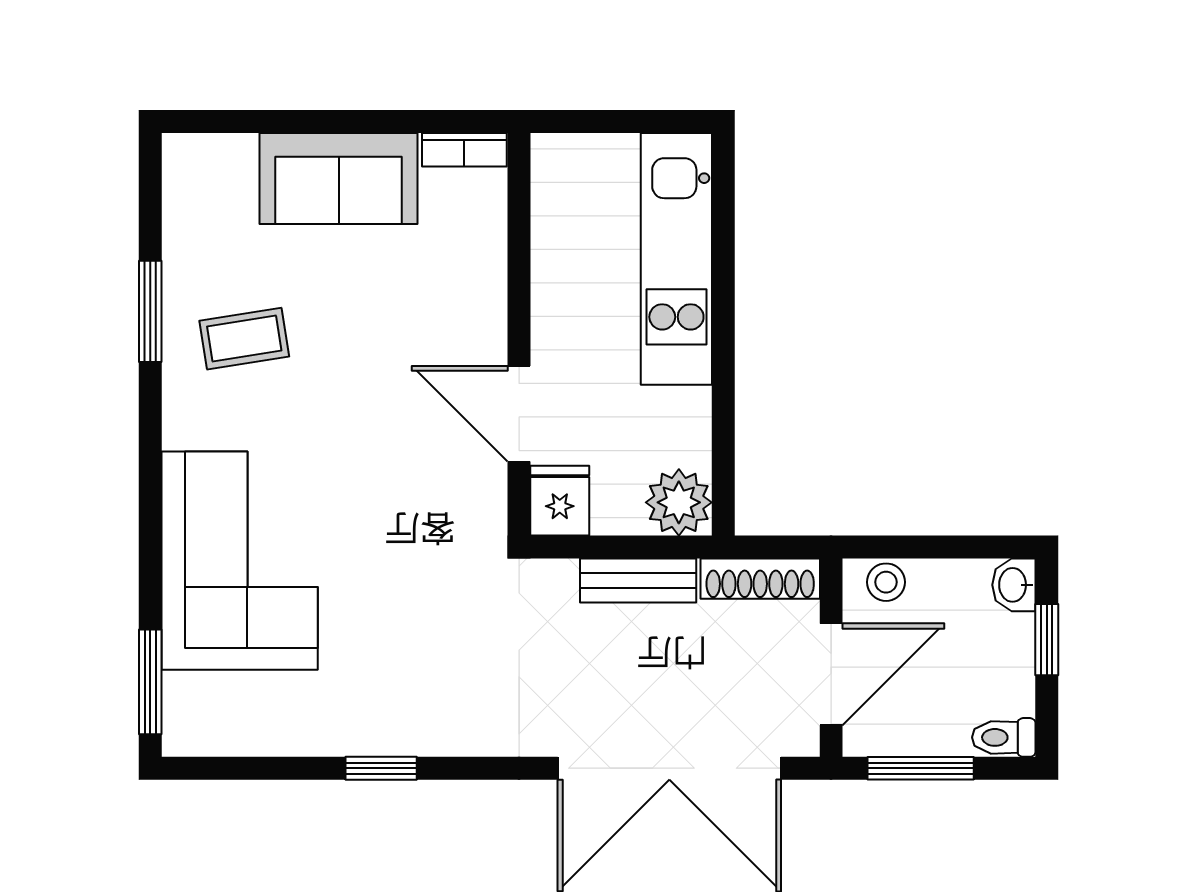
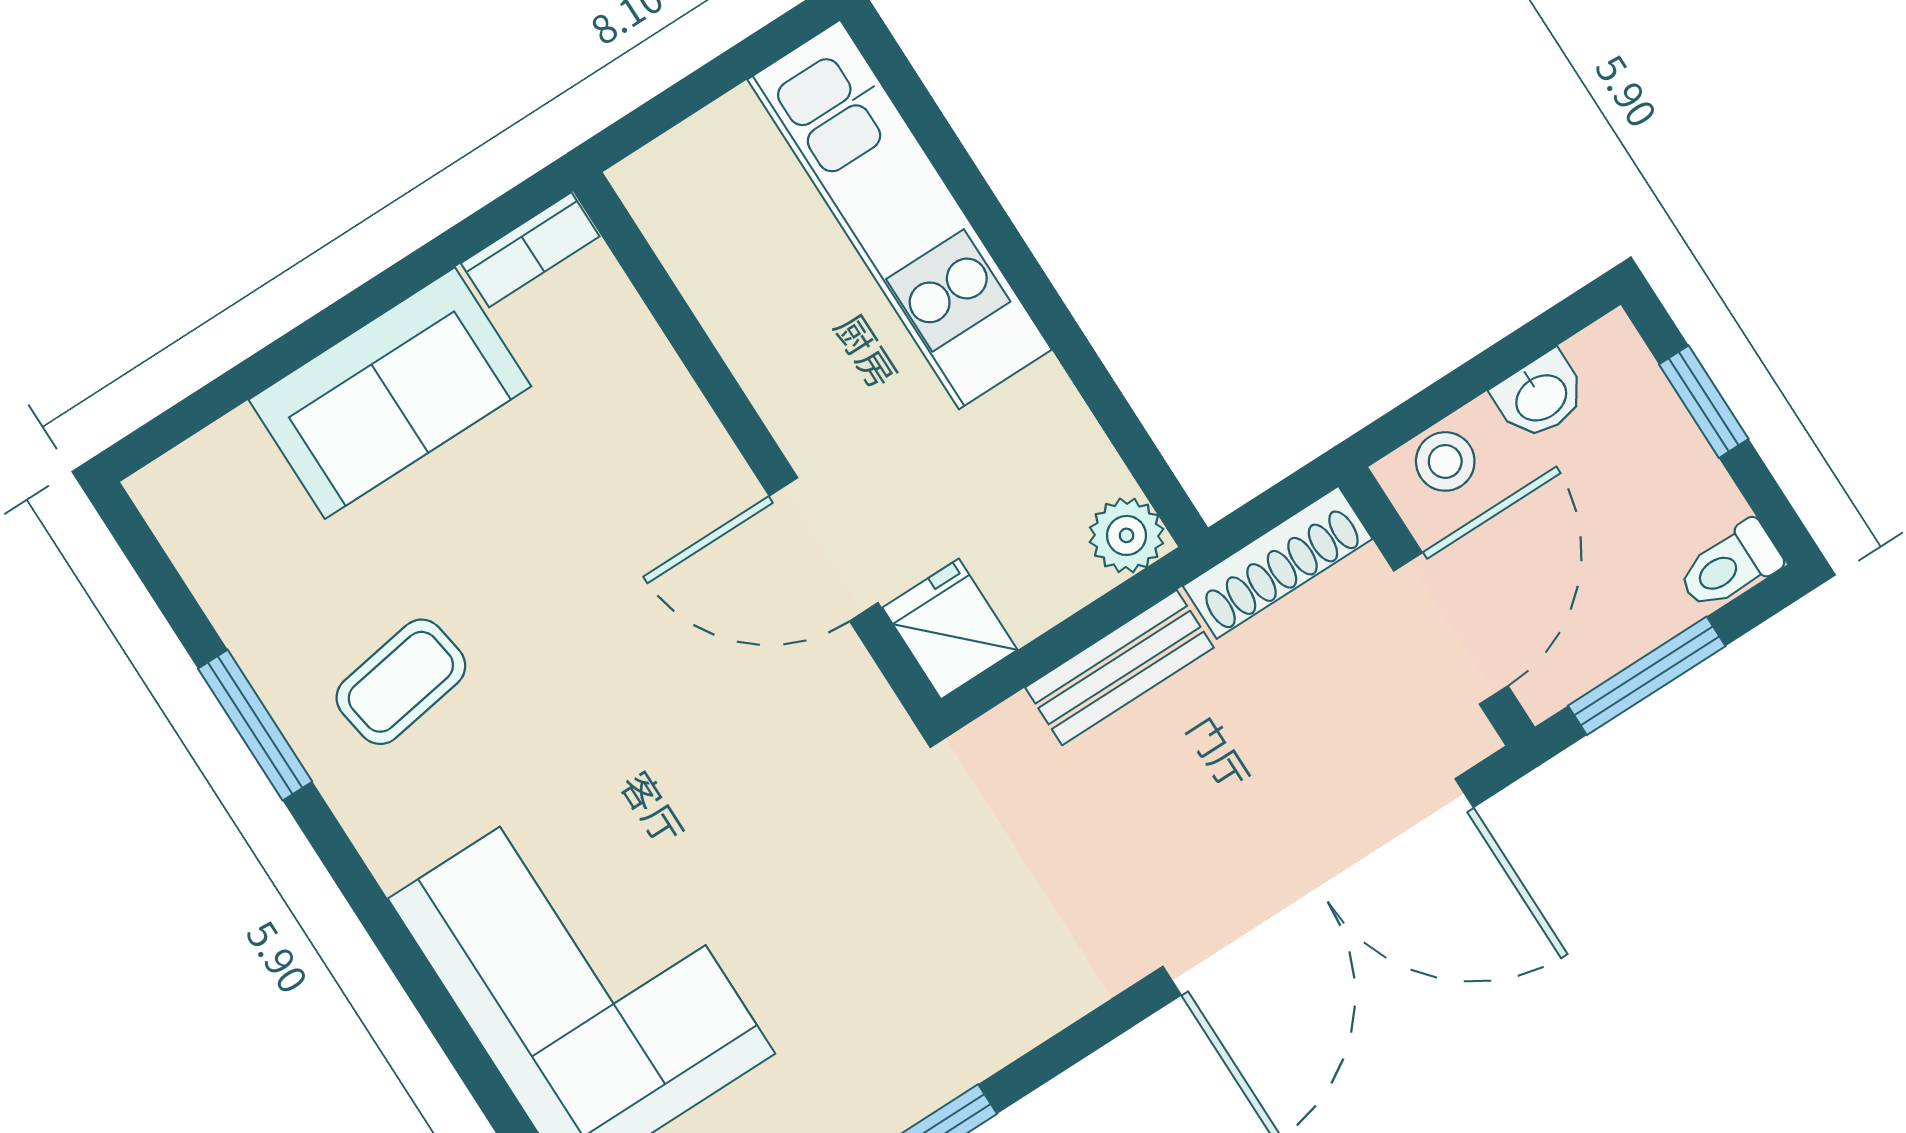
plant: (679, 502) -> (1127, 535), width x0.73, depth x0.73
washbasin: (1014, 585) -> (1540, 396), moved, turned -90

